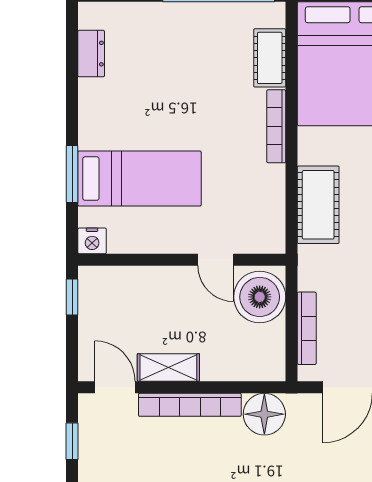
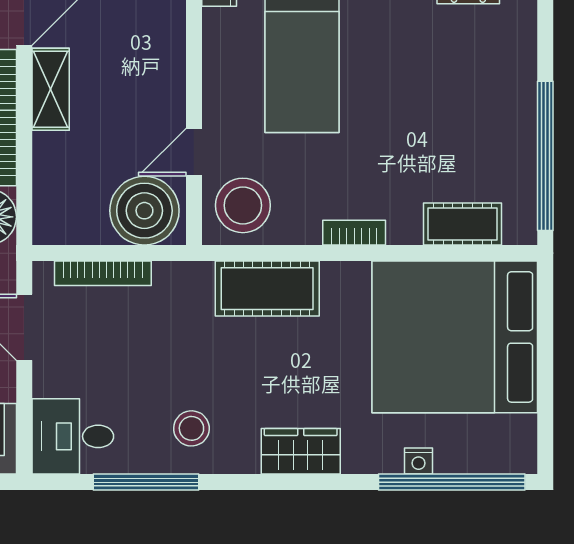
bookcase: (276, 126) -> (354, 233), width x0.64
stool: (256, 223) -> (243, 205), added

